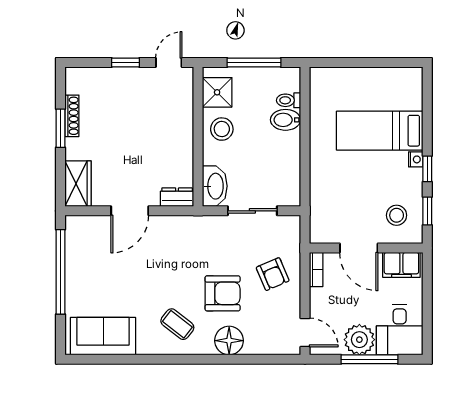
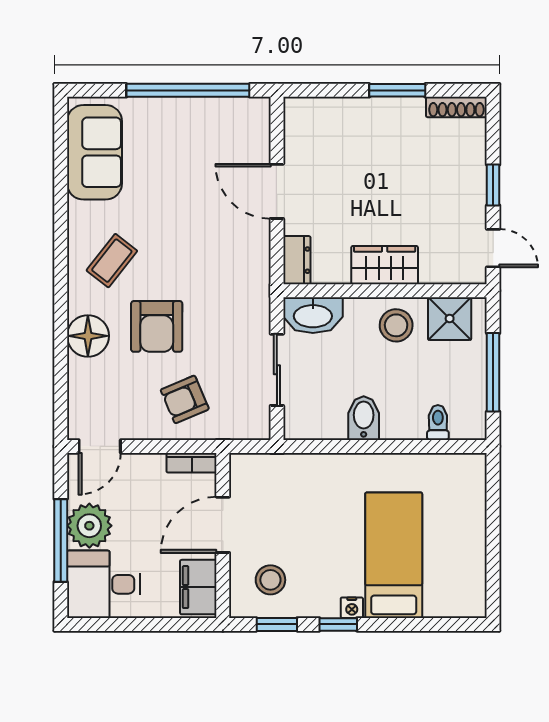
shoe rack: (72, 116) -> (456, 107), moved
bidet: (286, 120) -> (364, 418), moved
wardrobe: (78, 184) -> (385, 265), moved, turned 180

